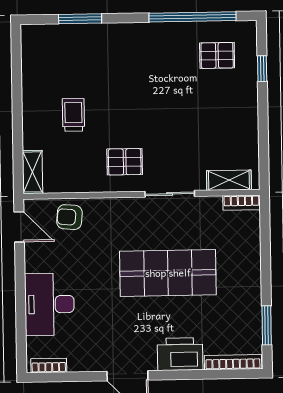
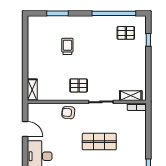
trolley: (73, 115) -> (67, 46), moved
armchair: (69, 217) -> (68, 113), moved
door: (19, 227) -> (25, 129), moved
shop shelf: (168, 273) -> (99, 142), width x0.70, depth x0.74

